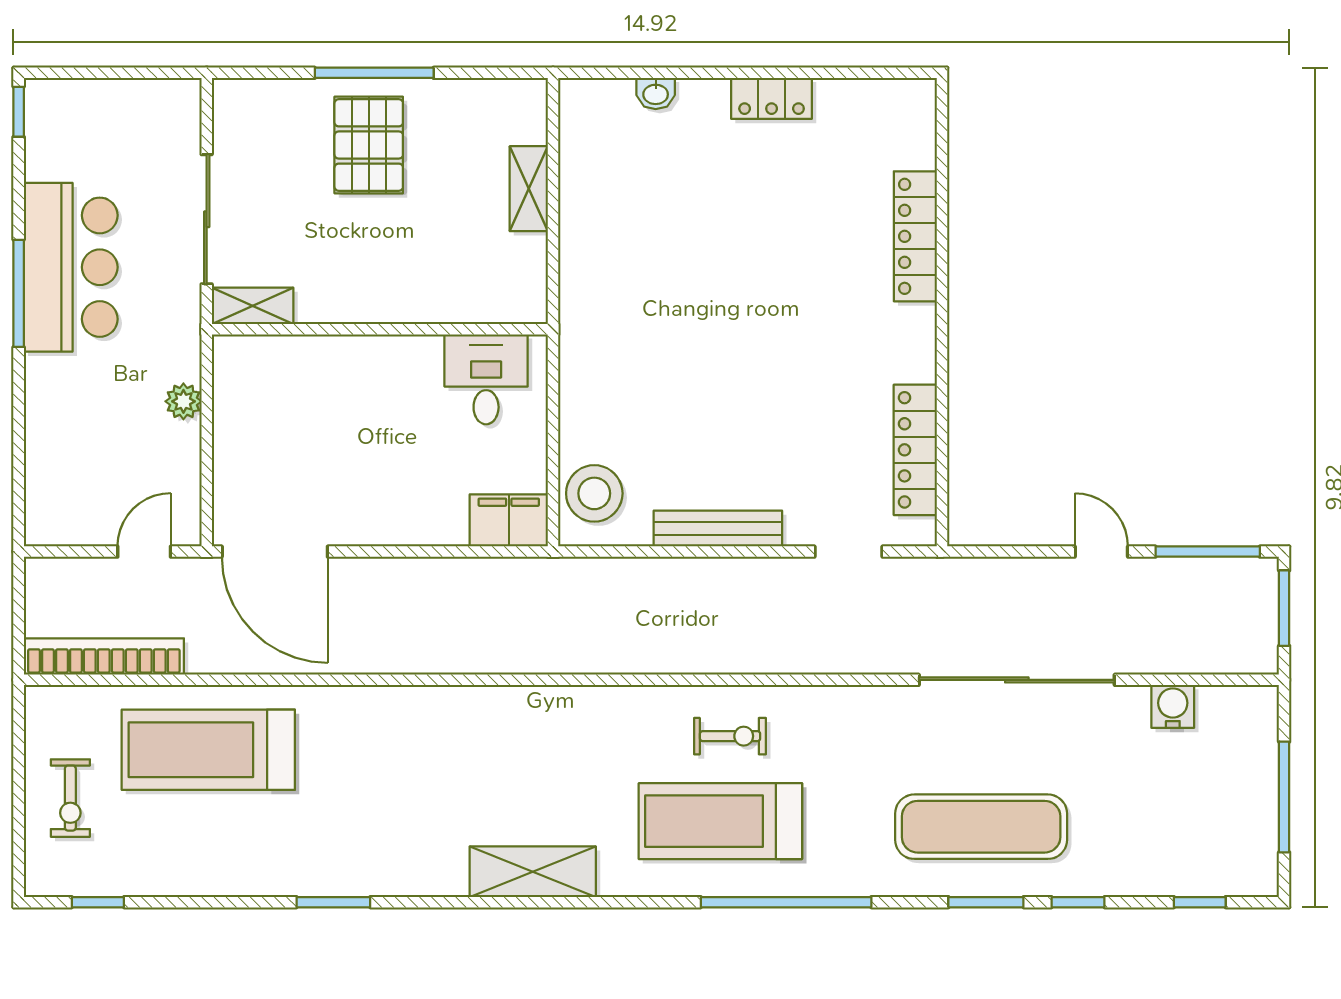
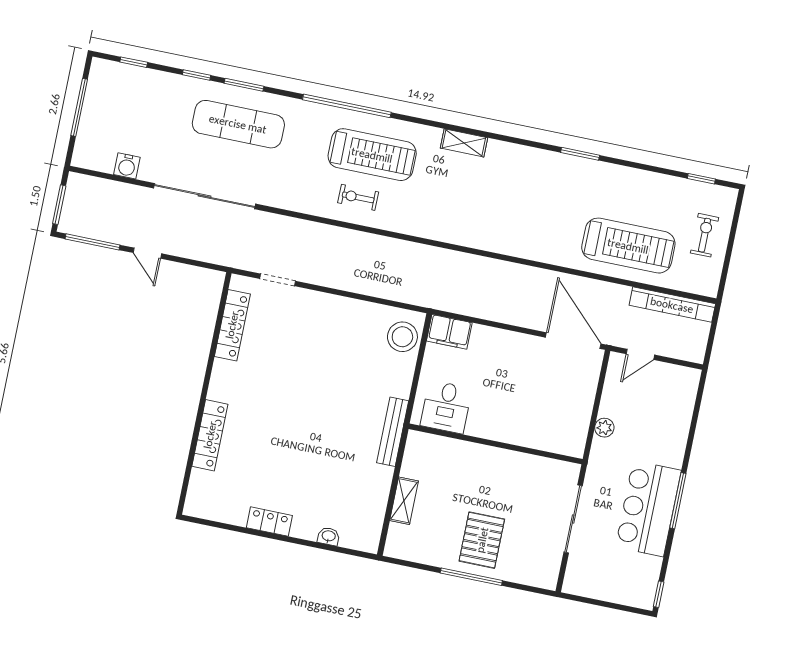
shelving: (253, 306) -> (559, 470), removed
bench: (718, 529) -> (393, 432), moved, turned 90
shelving: (533, 872) -> (464, 143), width x0.67, depth x0.75

